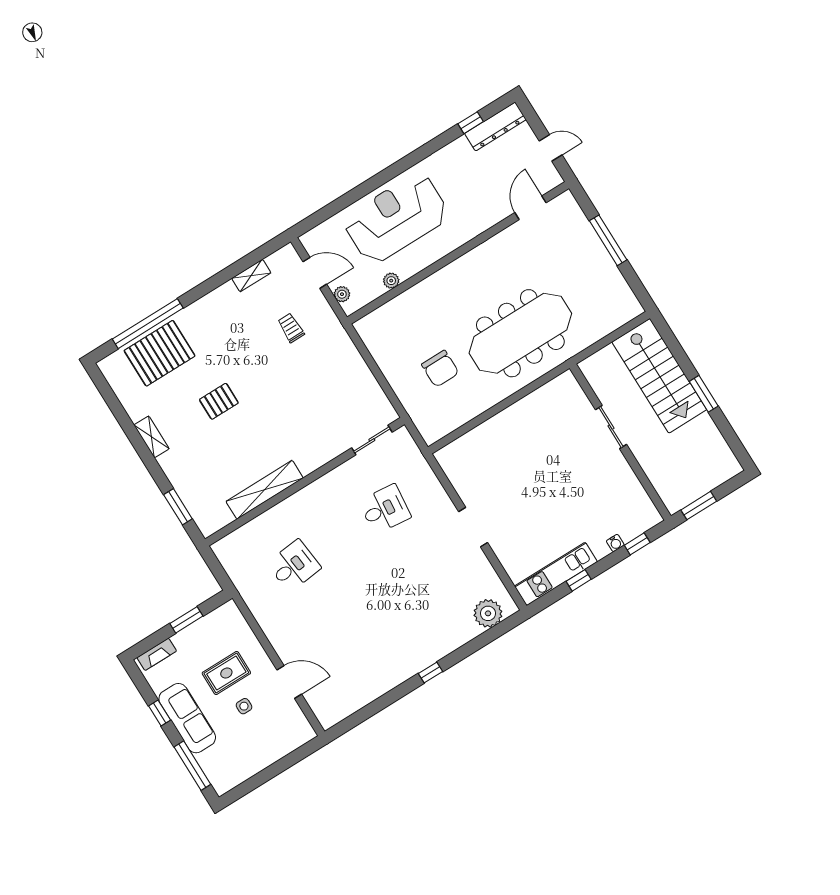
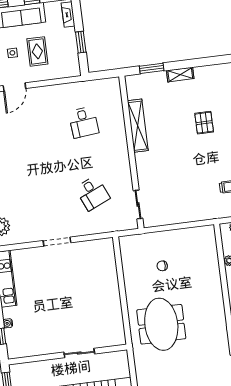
meeting table: (520, 333) -> (161, 324), width x0.73
chair: (440, 369) -> (162, 266), width x0.54, depth x0.54
shelving: (151, 437) -> (180, 75), moved
desk: (385, 509) -> (93, 193), turned -30

